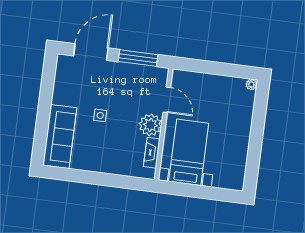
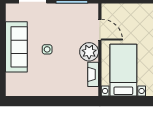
sofa: (60, 137) -> (16, 47), moved

